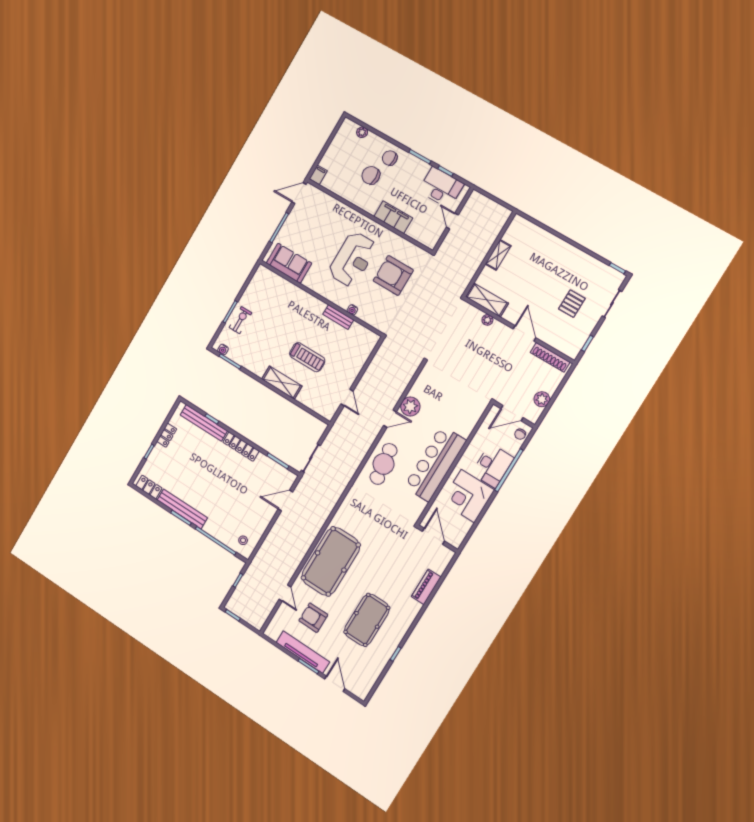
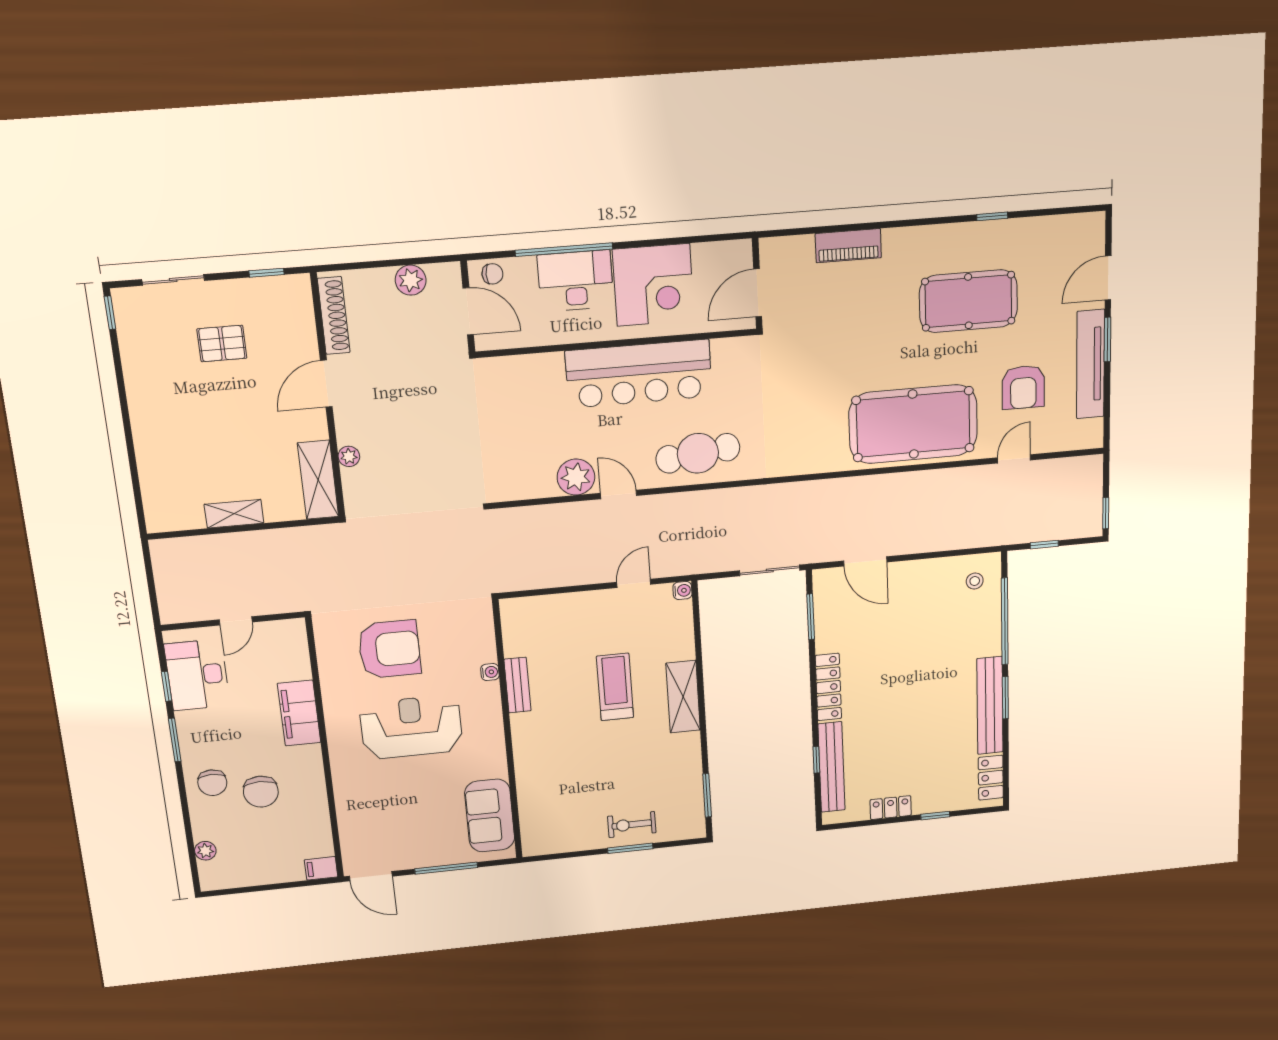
armchair: (393, 275) -> (389, 649), turned -90
water cooler: (223, 350) -> (682, 590), moved

